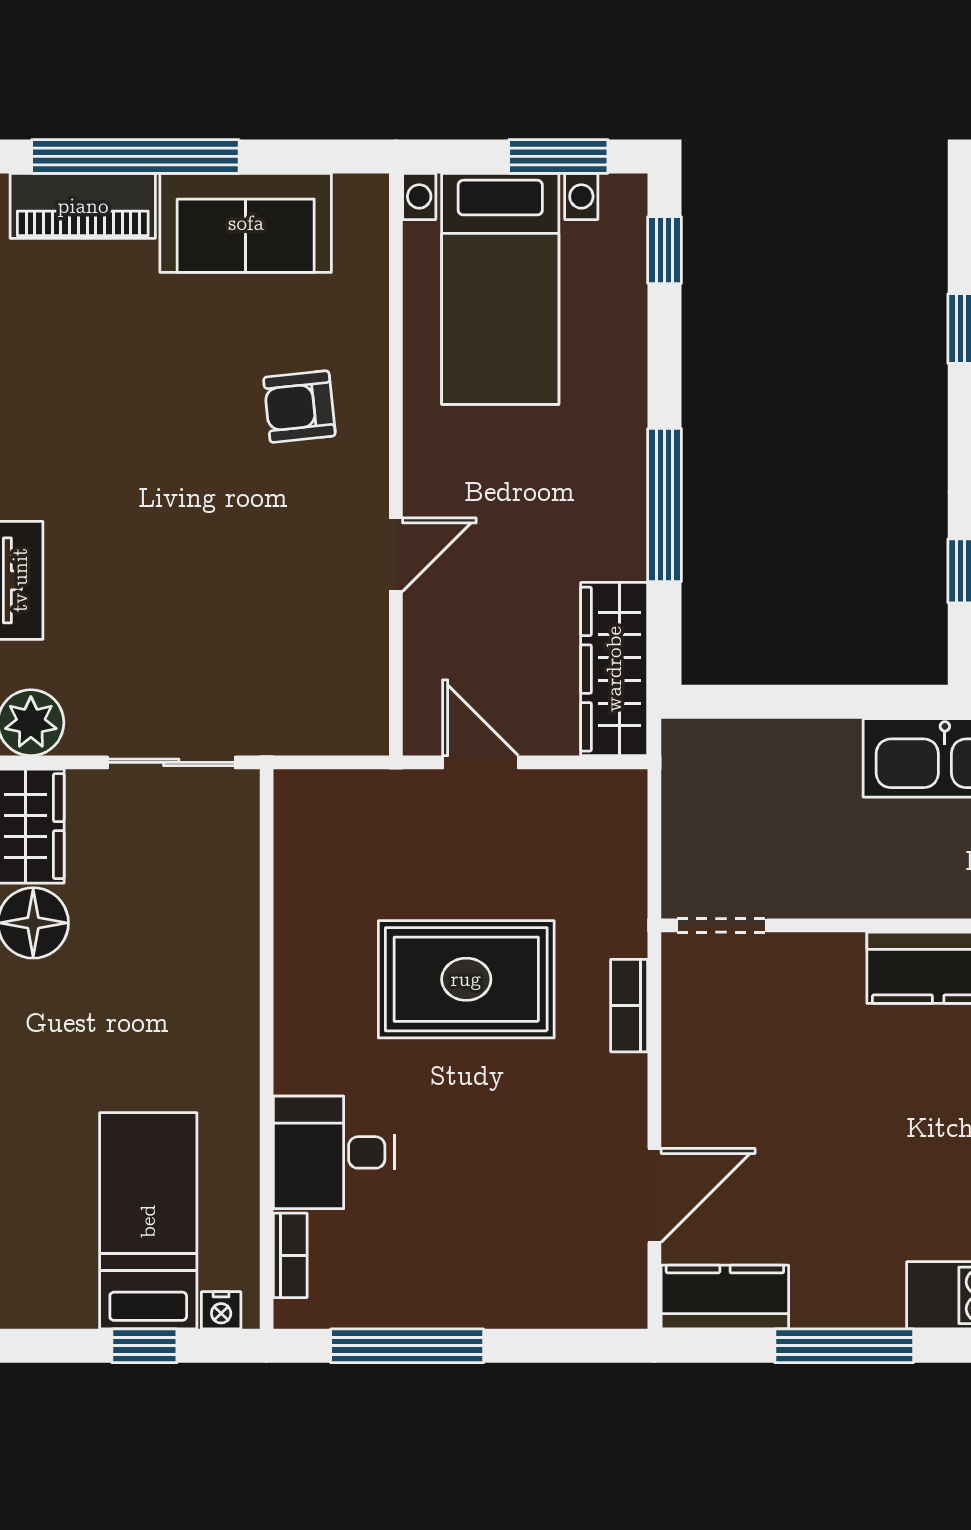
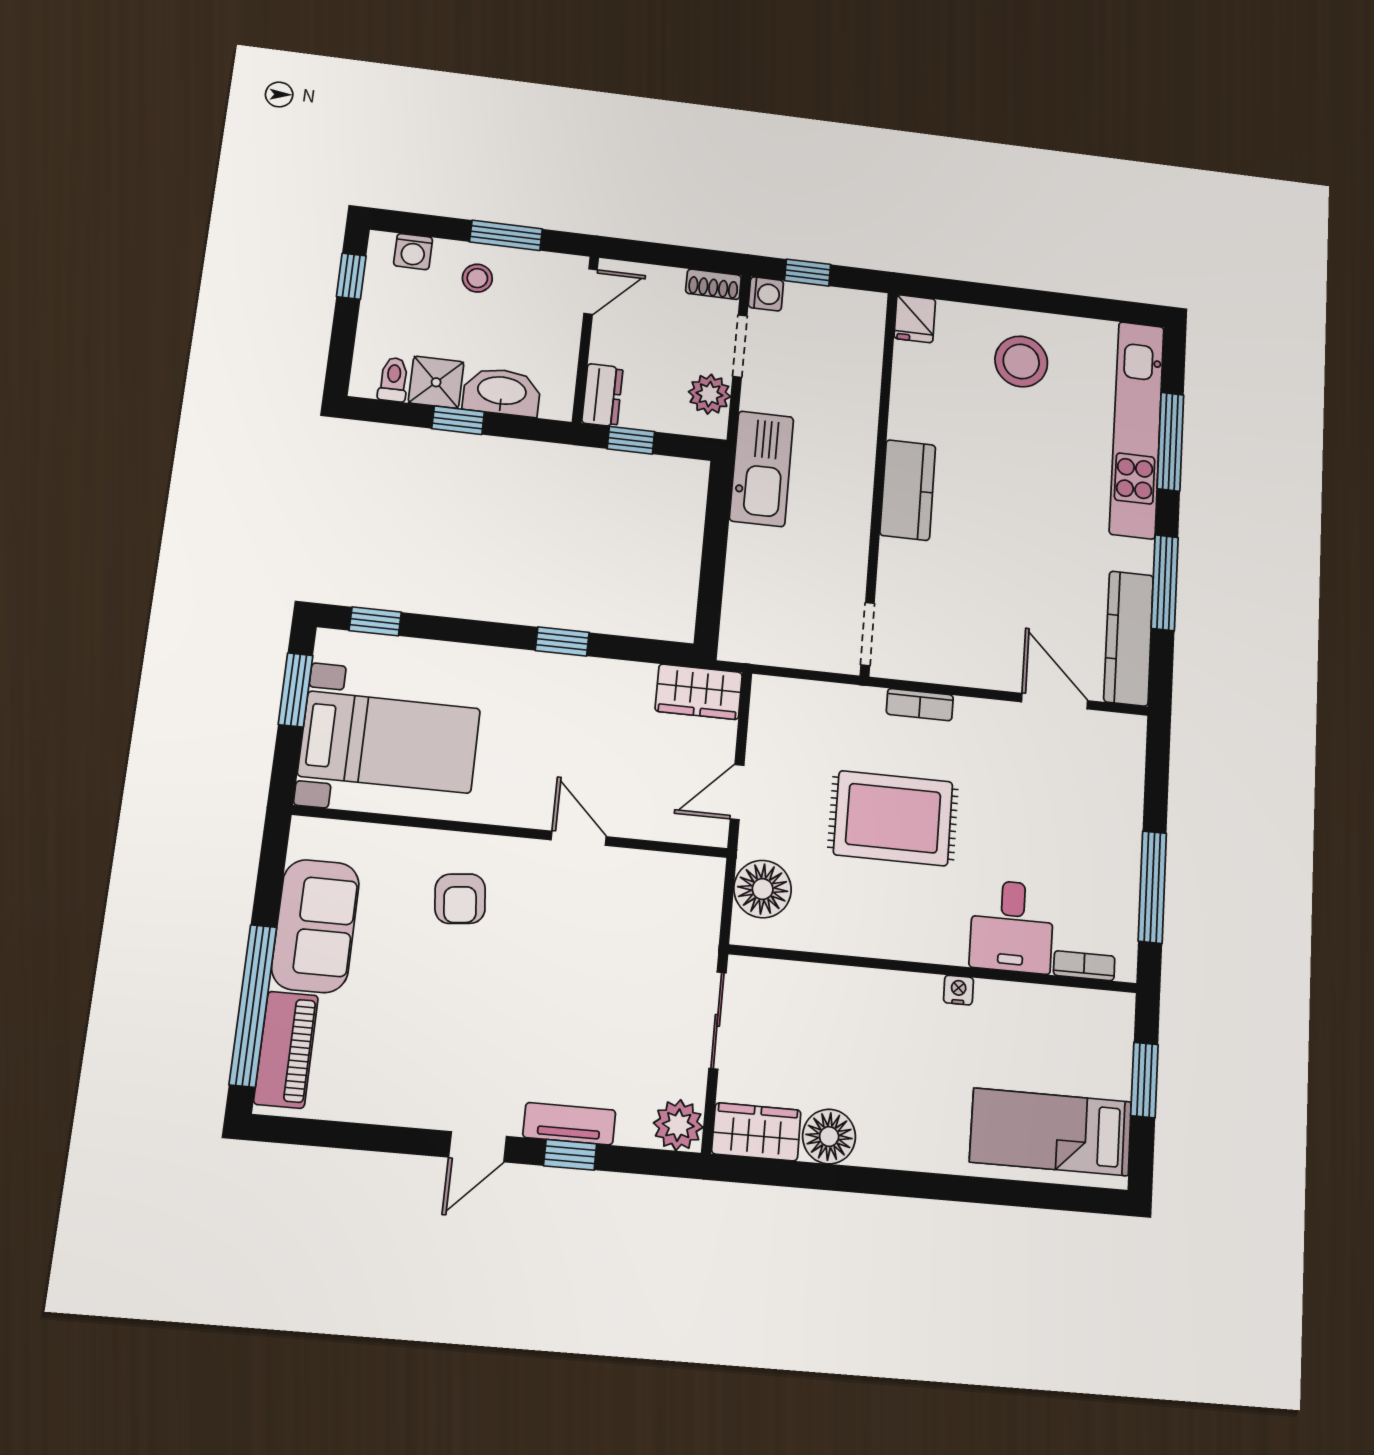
window: (665, 505) -> (562, 641), width x0.46
wardrobe: (614, 669) -> (699, 692), width x0.67
floor lamp: (352, 808) -> (763, 889), added
rug: (466, 979) -> (893, 818), turned 90
bed: (148, 1221) -> (1051, 1132), moved
kitchen counter: (725, 1297) -> (1129, 638), width x1.50
nightstand: (221, 1310) -> (958, 990), moved, turned -90
window: (144, 1346) -> (1144, 1080), width x1.50

